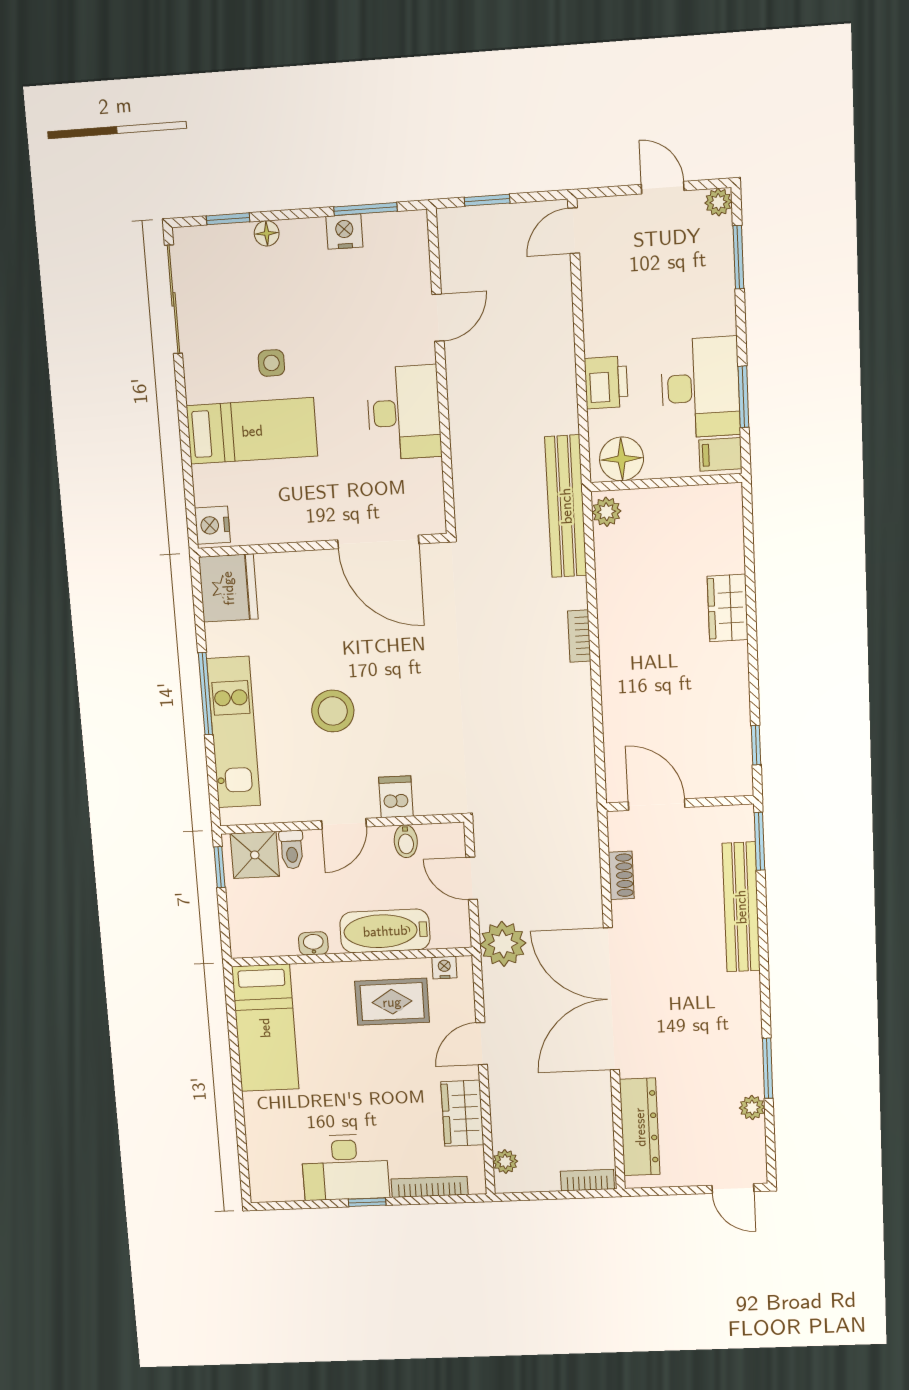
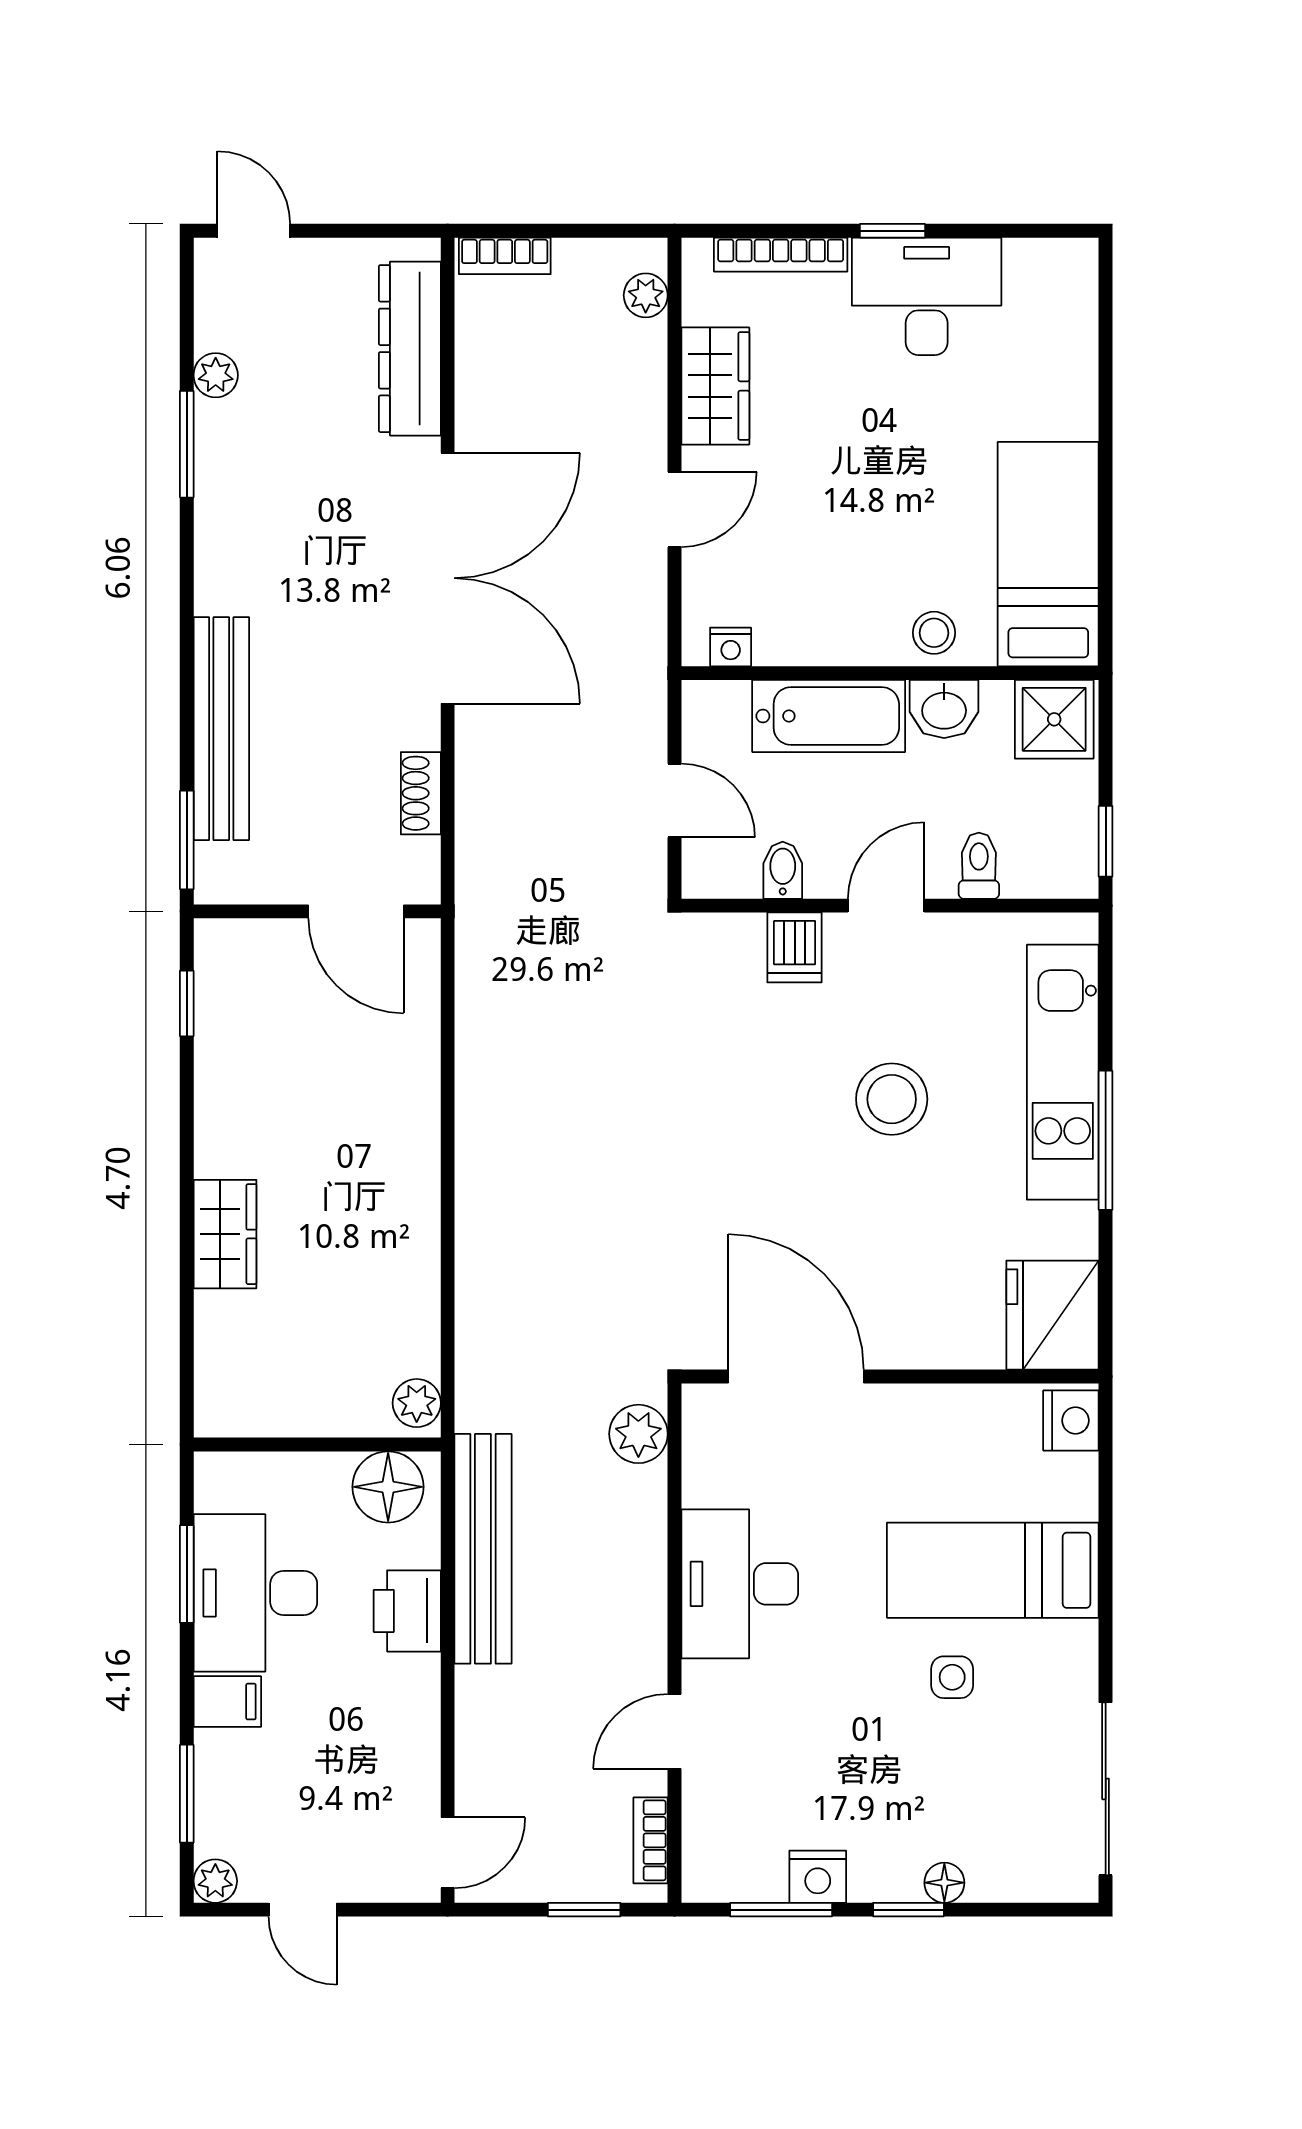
window: (228, 219) -> (908, 1910), moved
filing cabinet: (720, 454) -> (227, 1702), moved
bench: (566, 506) -> (483, 1549), moved
bookcase: (579, 636) -> (651, 1840), moved, turned 180
shower: (255, 855) -> (1054, 719), moved
washbasin: (313, 943) -> (944, 709), width x1.38, depth x1.45
plant: (503, 944) -> (638, 1434), moved, width x0.73, depth x0.73
stool: (327, 981) -> (934, 633), added
rug: (392, 1002) -> (825, 591), removed

